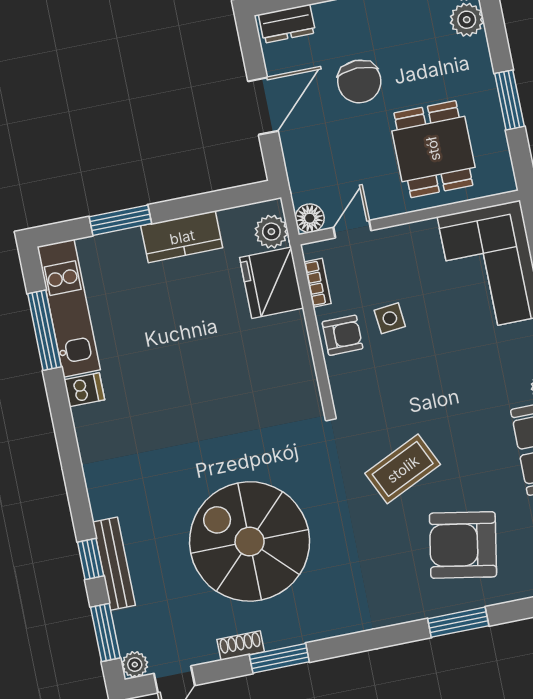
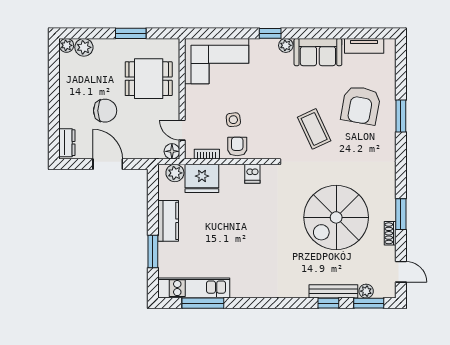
dishwasher: (84, 390) -> (252, 174), moved, turned 180
plant: (135, 665) -> (366, 291), moved

